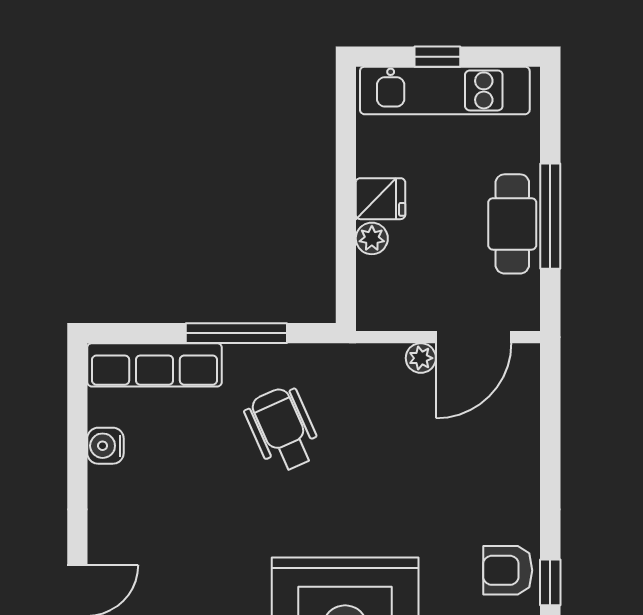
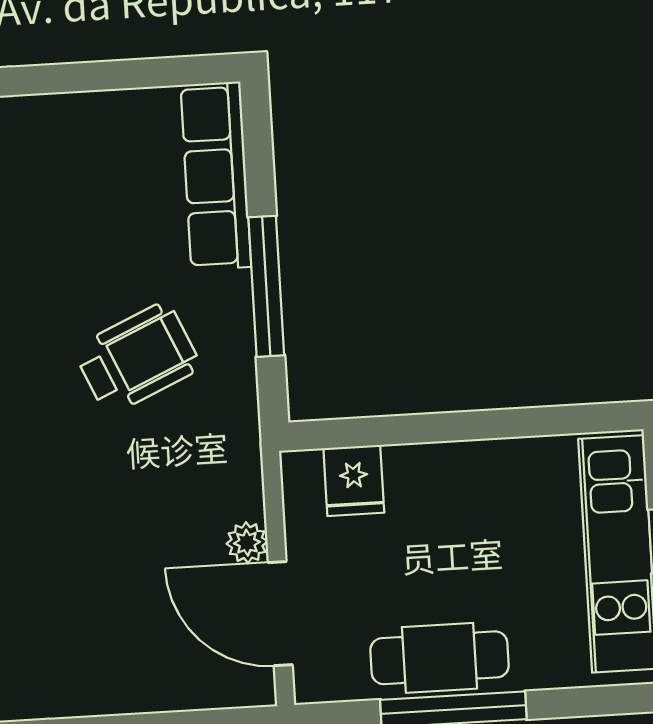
fridge: (380, 199) -> (354, 480), moved
plant: (372, 238) -> (408, 465), removed
water cooler: (105, 446) -> (100, 115), removed

